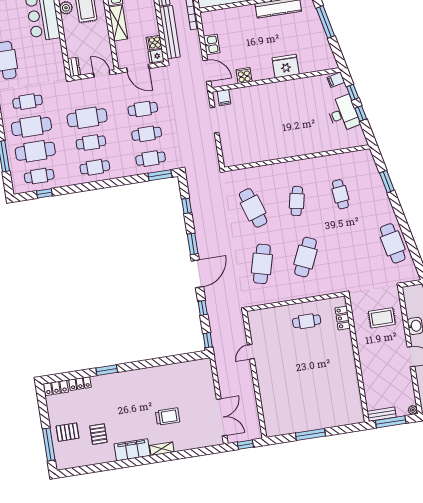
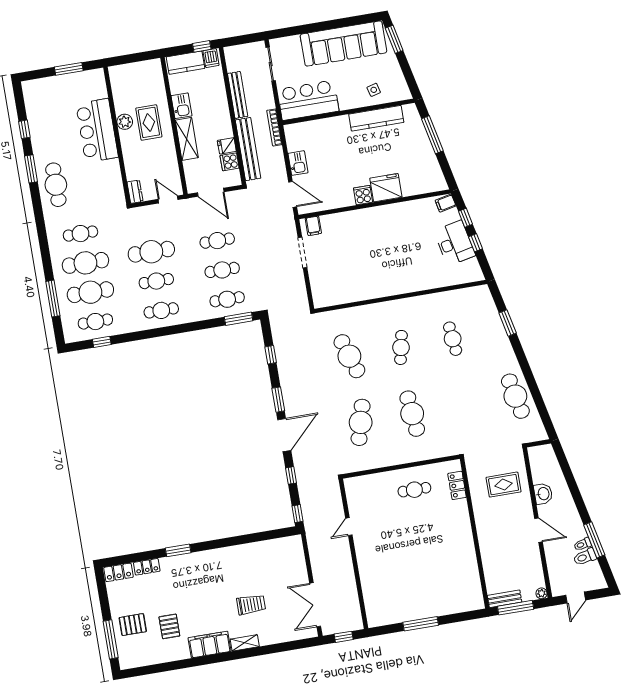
fridge: (156, 56) -> (227, 146), moved
cooker: (244, 76) -> (363, 195), moved
cafe table: (306, 257) -> (412, 414), turned -30
double door: (222, 417) -> (315, 605), swing flipped

